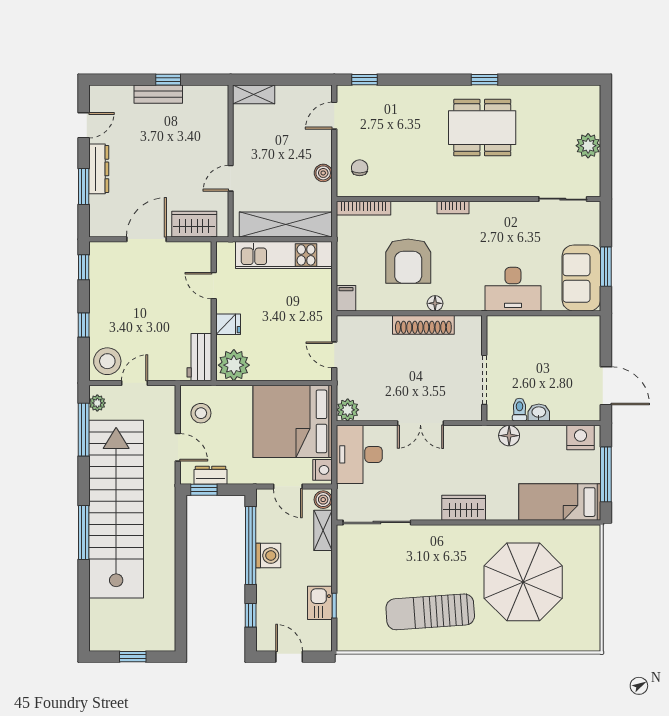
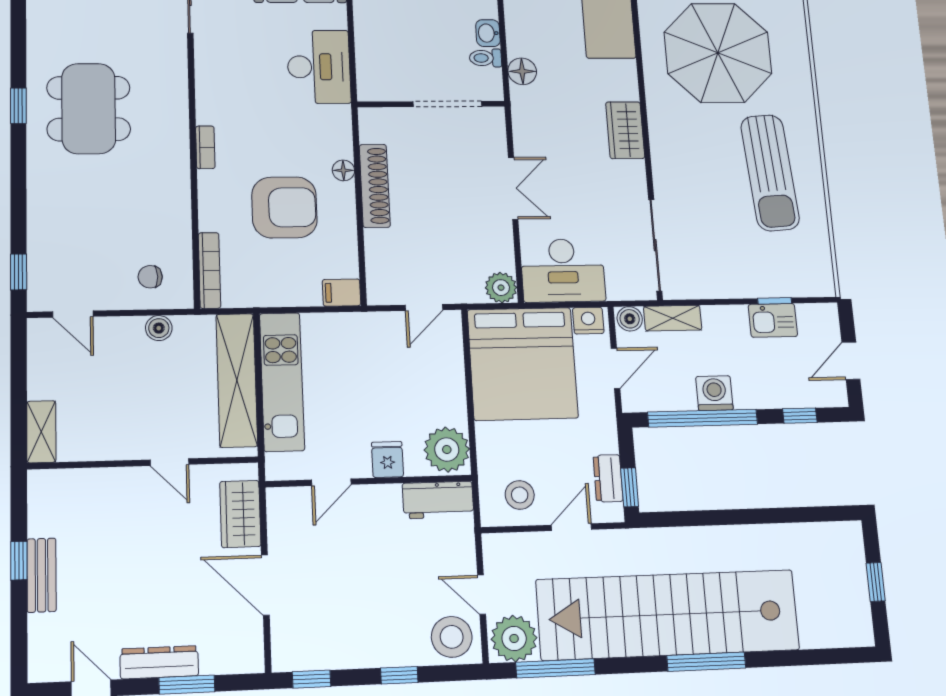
plant: (97, 403) -> (514, 638), width x1.87, depth x1.87

